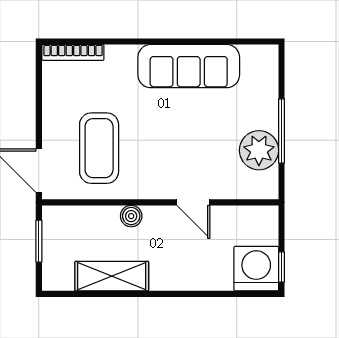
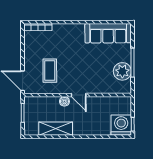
sofa: (189, 66) -> (108, 33), moved
coffee table: (99, 148) -> (50, 71), width x0.73, depth x0.76
door: (193, 202) -> (79, 95), moved

